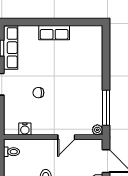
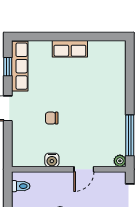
water cooler: (25, 129) -> (52, 160), moved

